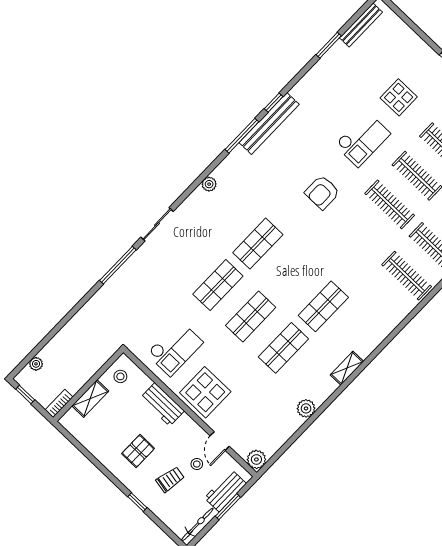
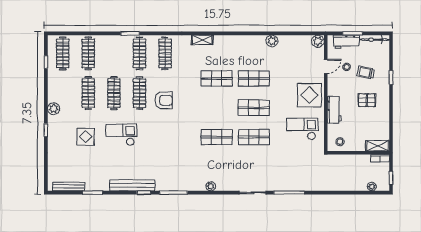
bench: (269, 123) -> (132, 185), moved
armchair: (322, 192) -> (164, 100), moved
shelving: (347, 368) -> (202, 40), moved
shelving: (90, 398) -> (377, 146), moved

